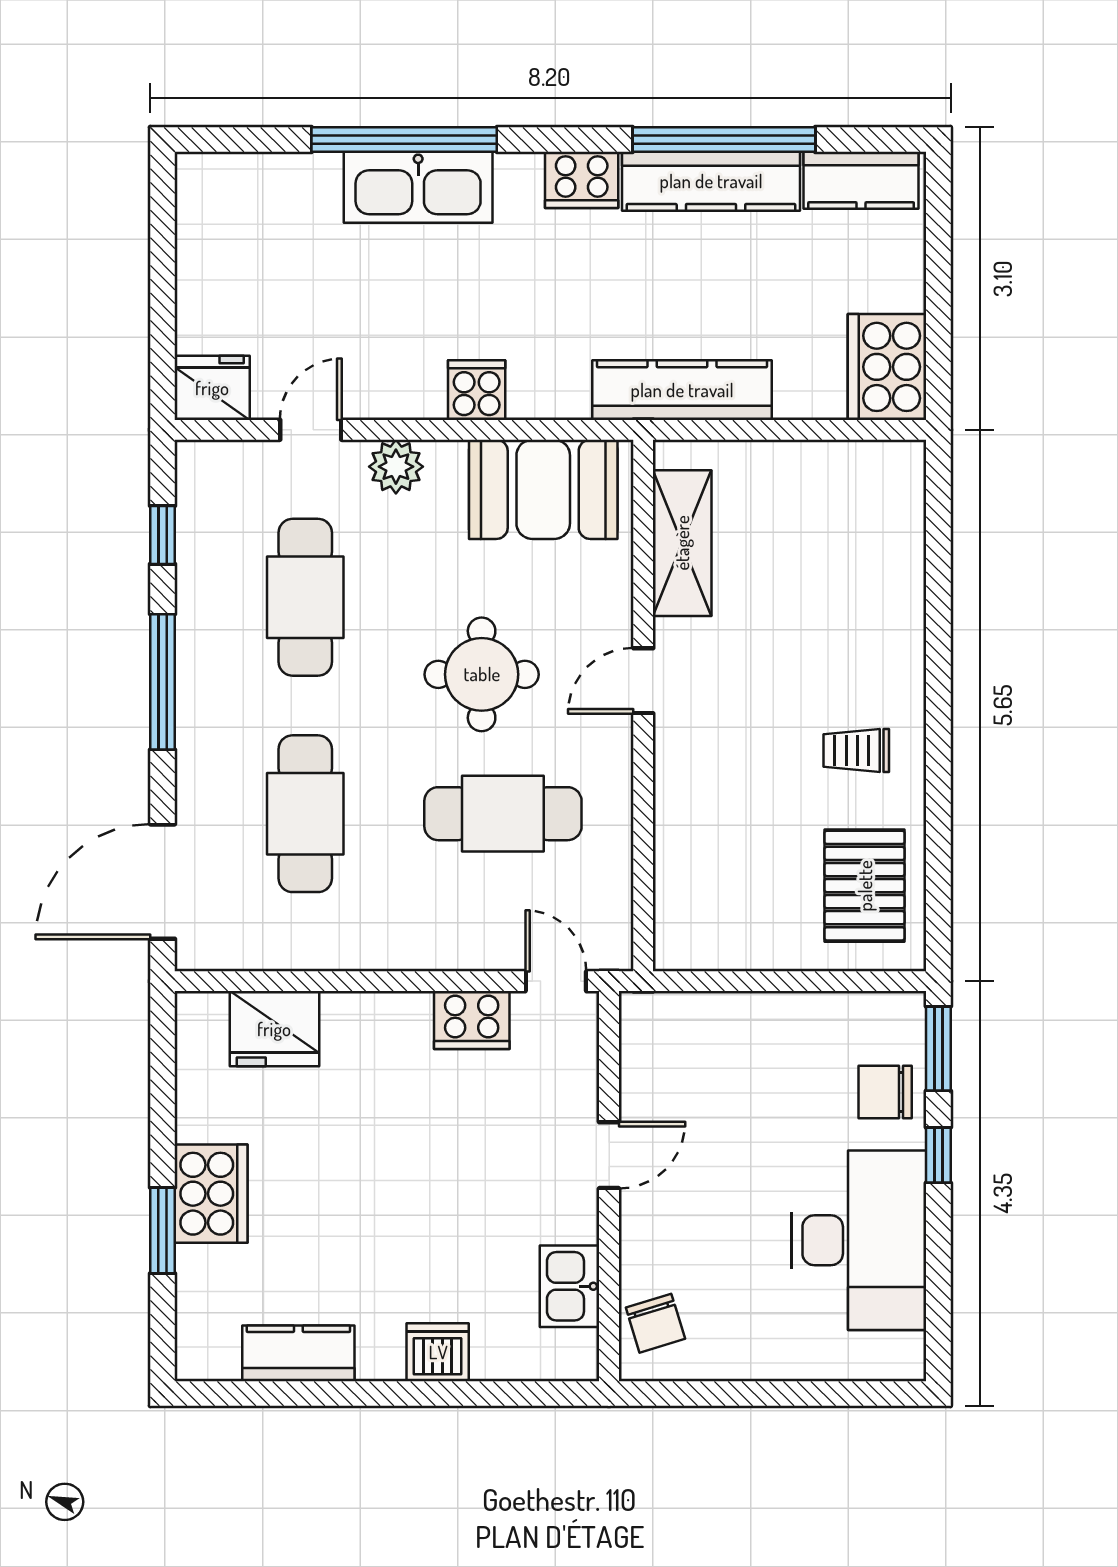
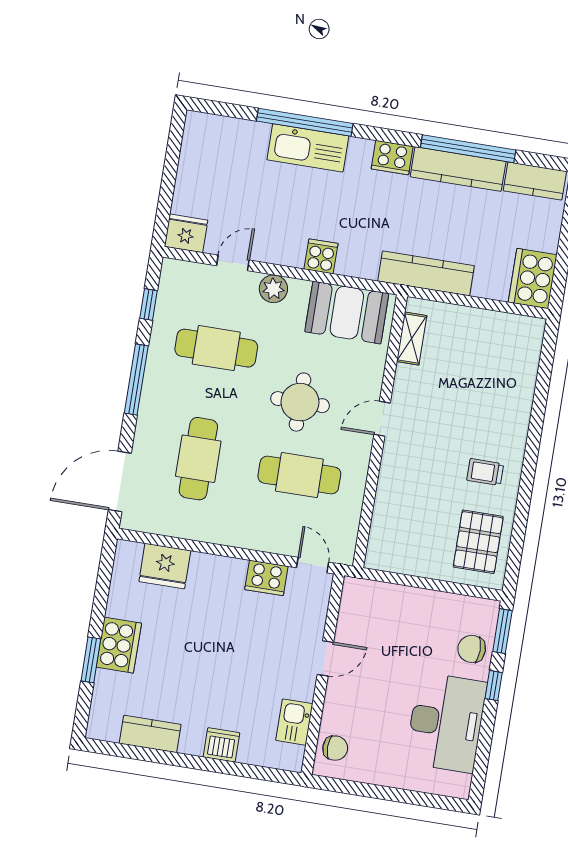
shelving: (682, 543) -> (412, 339), width x0.67, depth x0.75
cafe table: (305, 597) -> (216, 348), turned 90
chair: (655, 1323) -> (335, 748), turned -73

